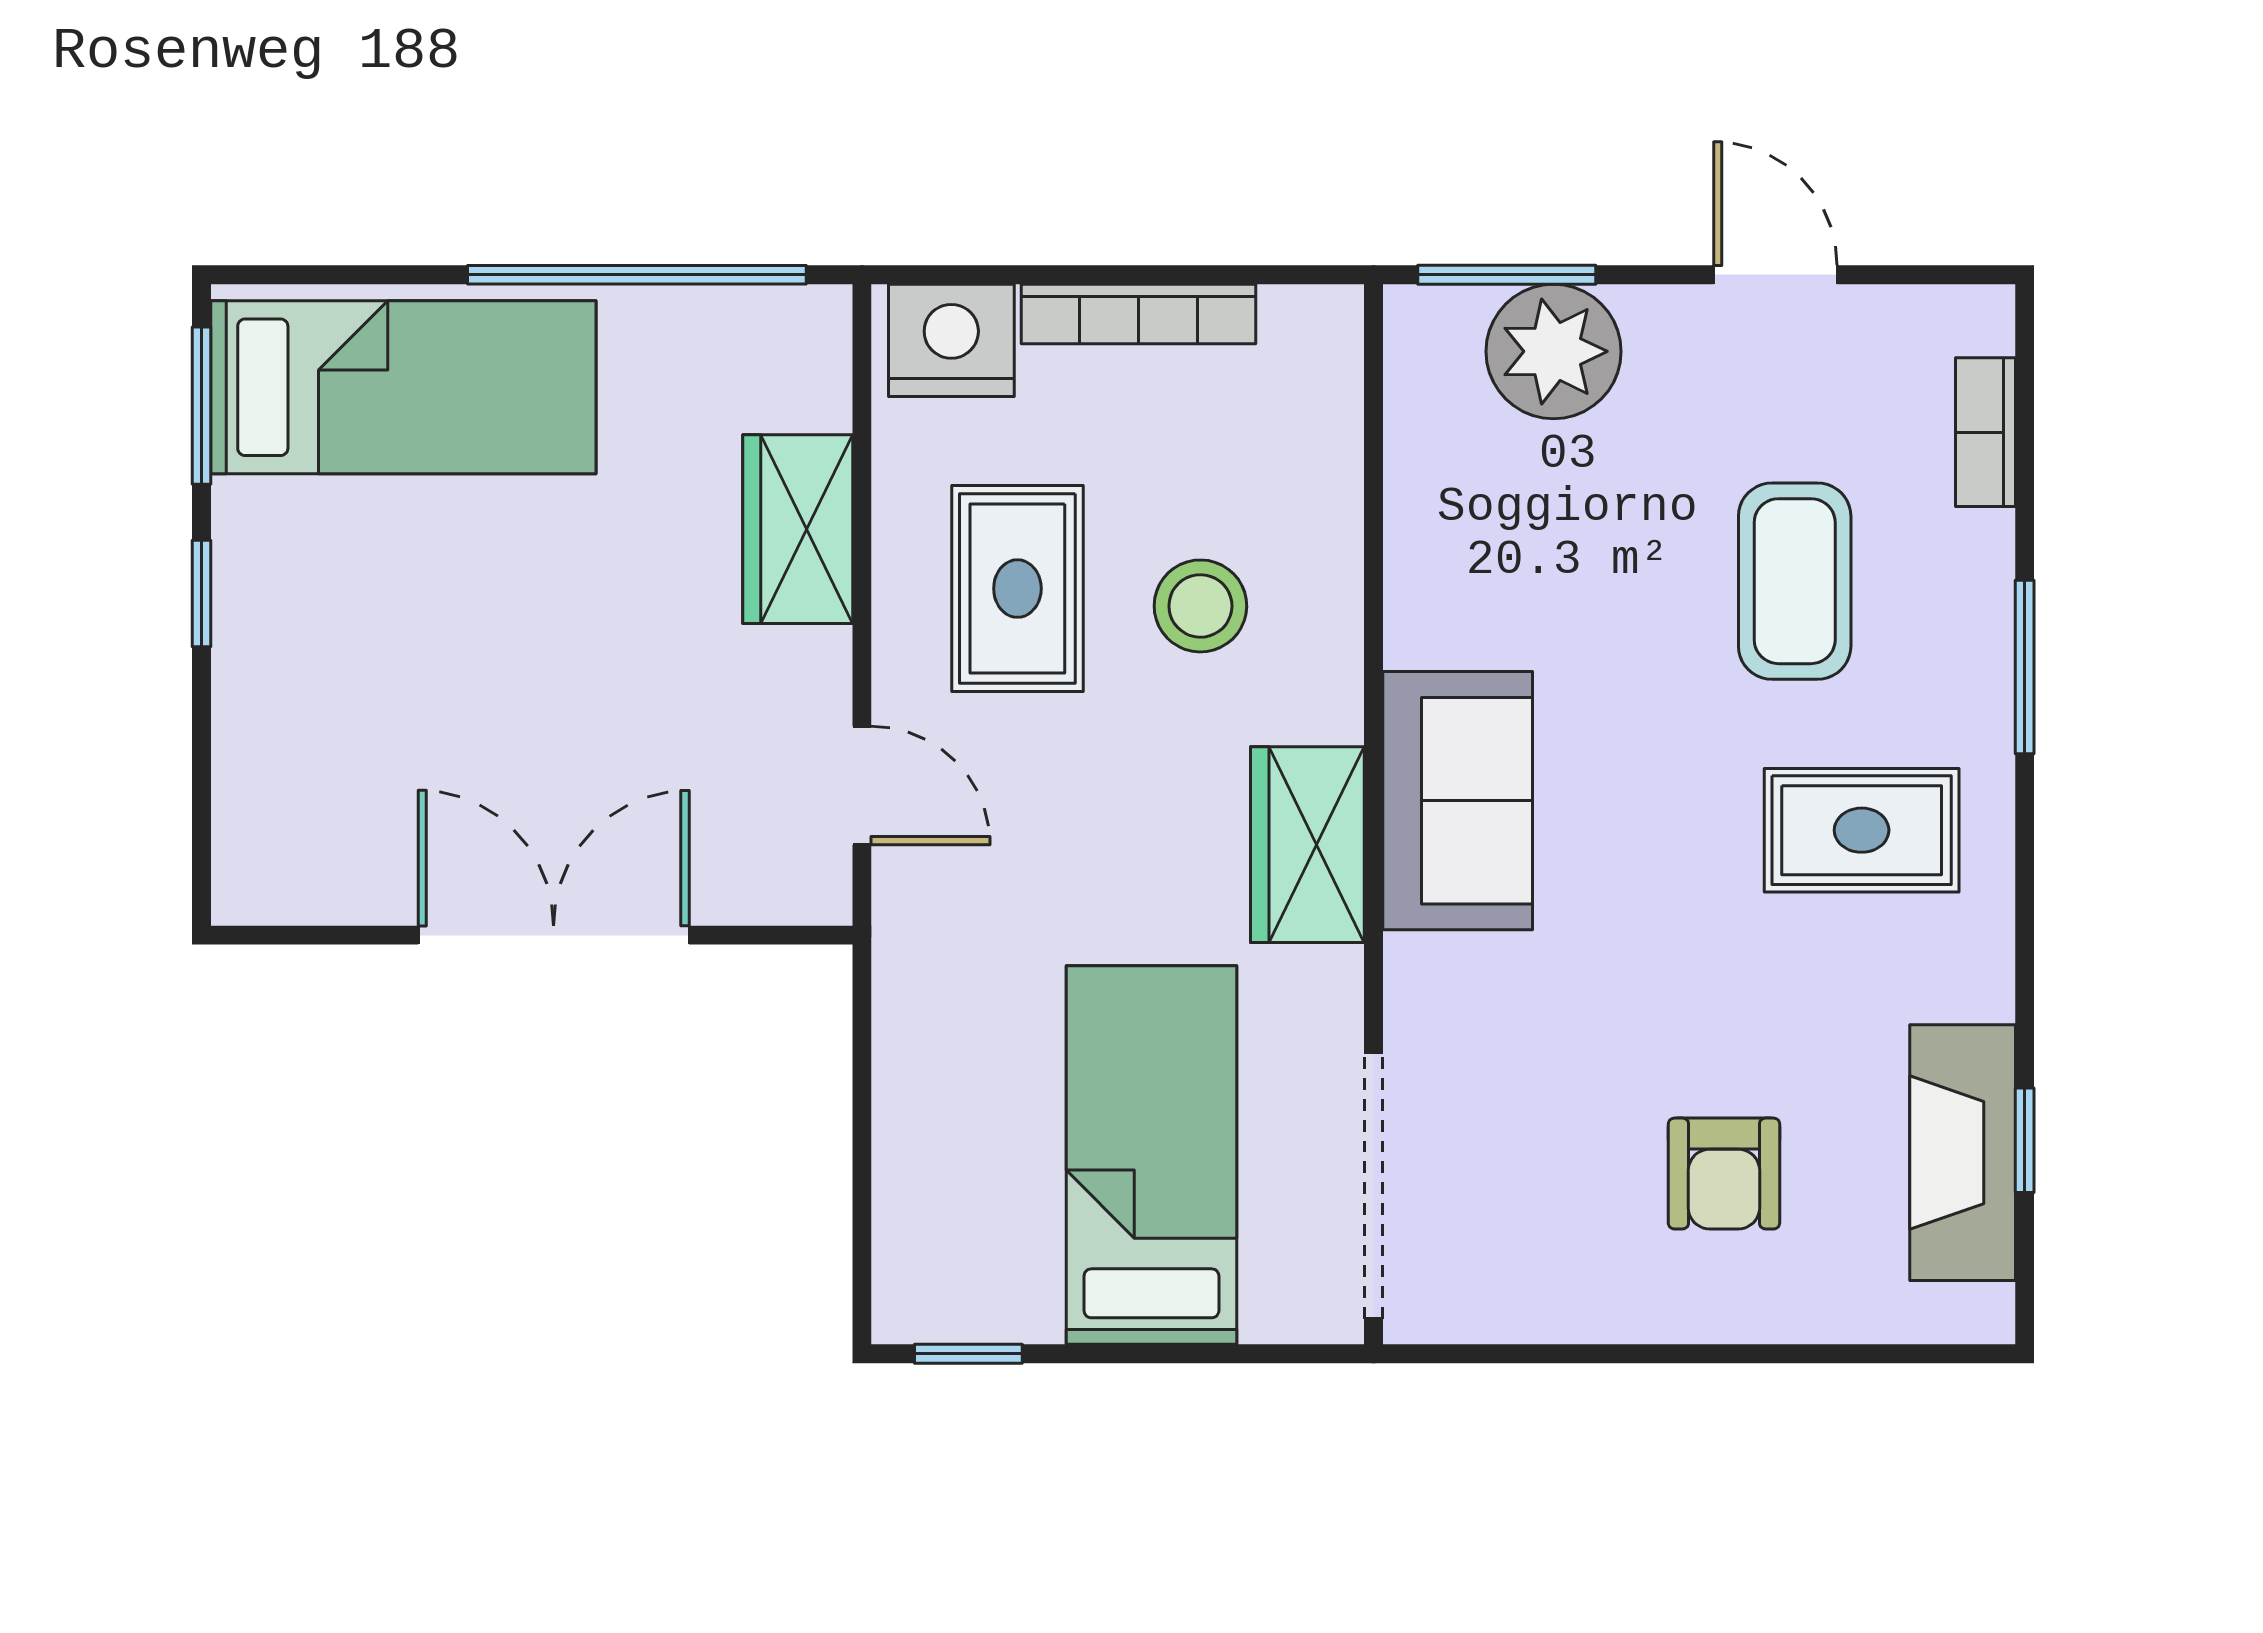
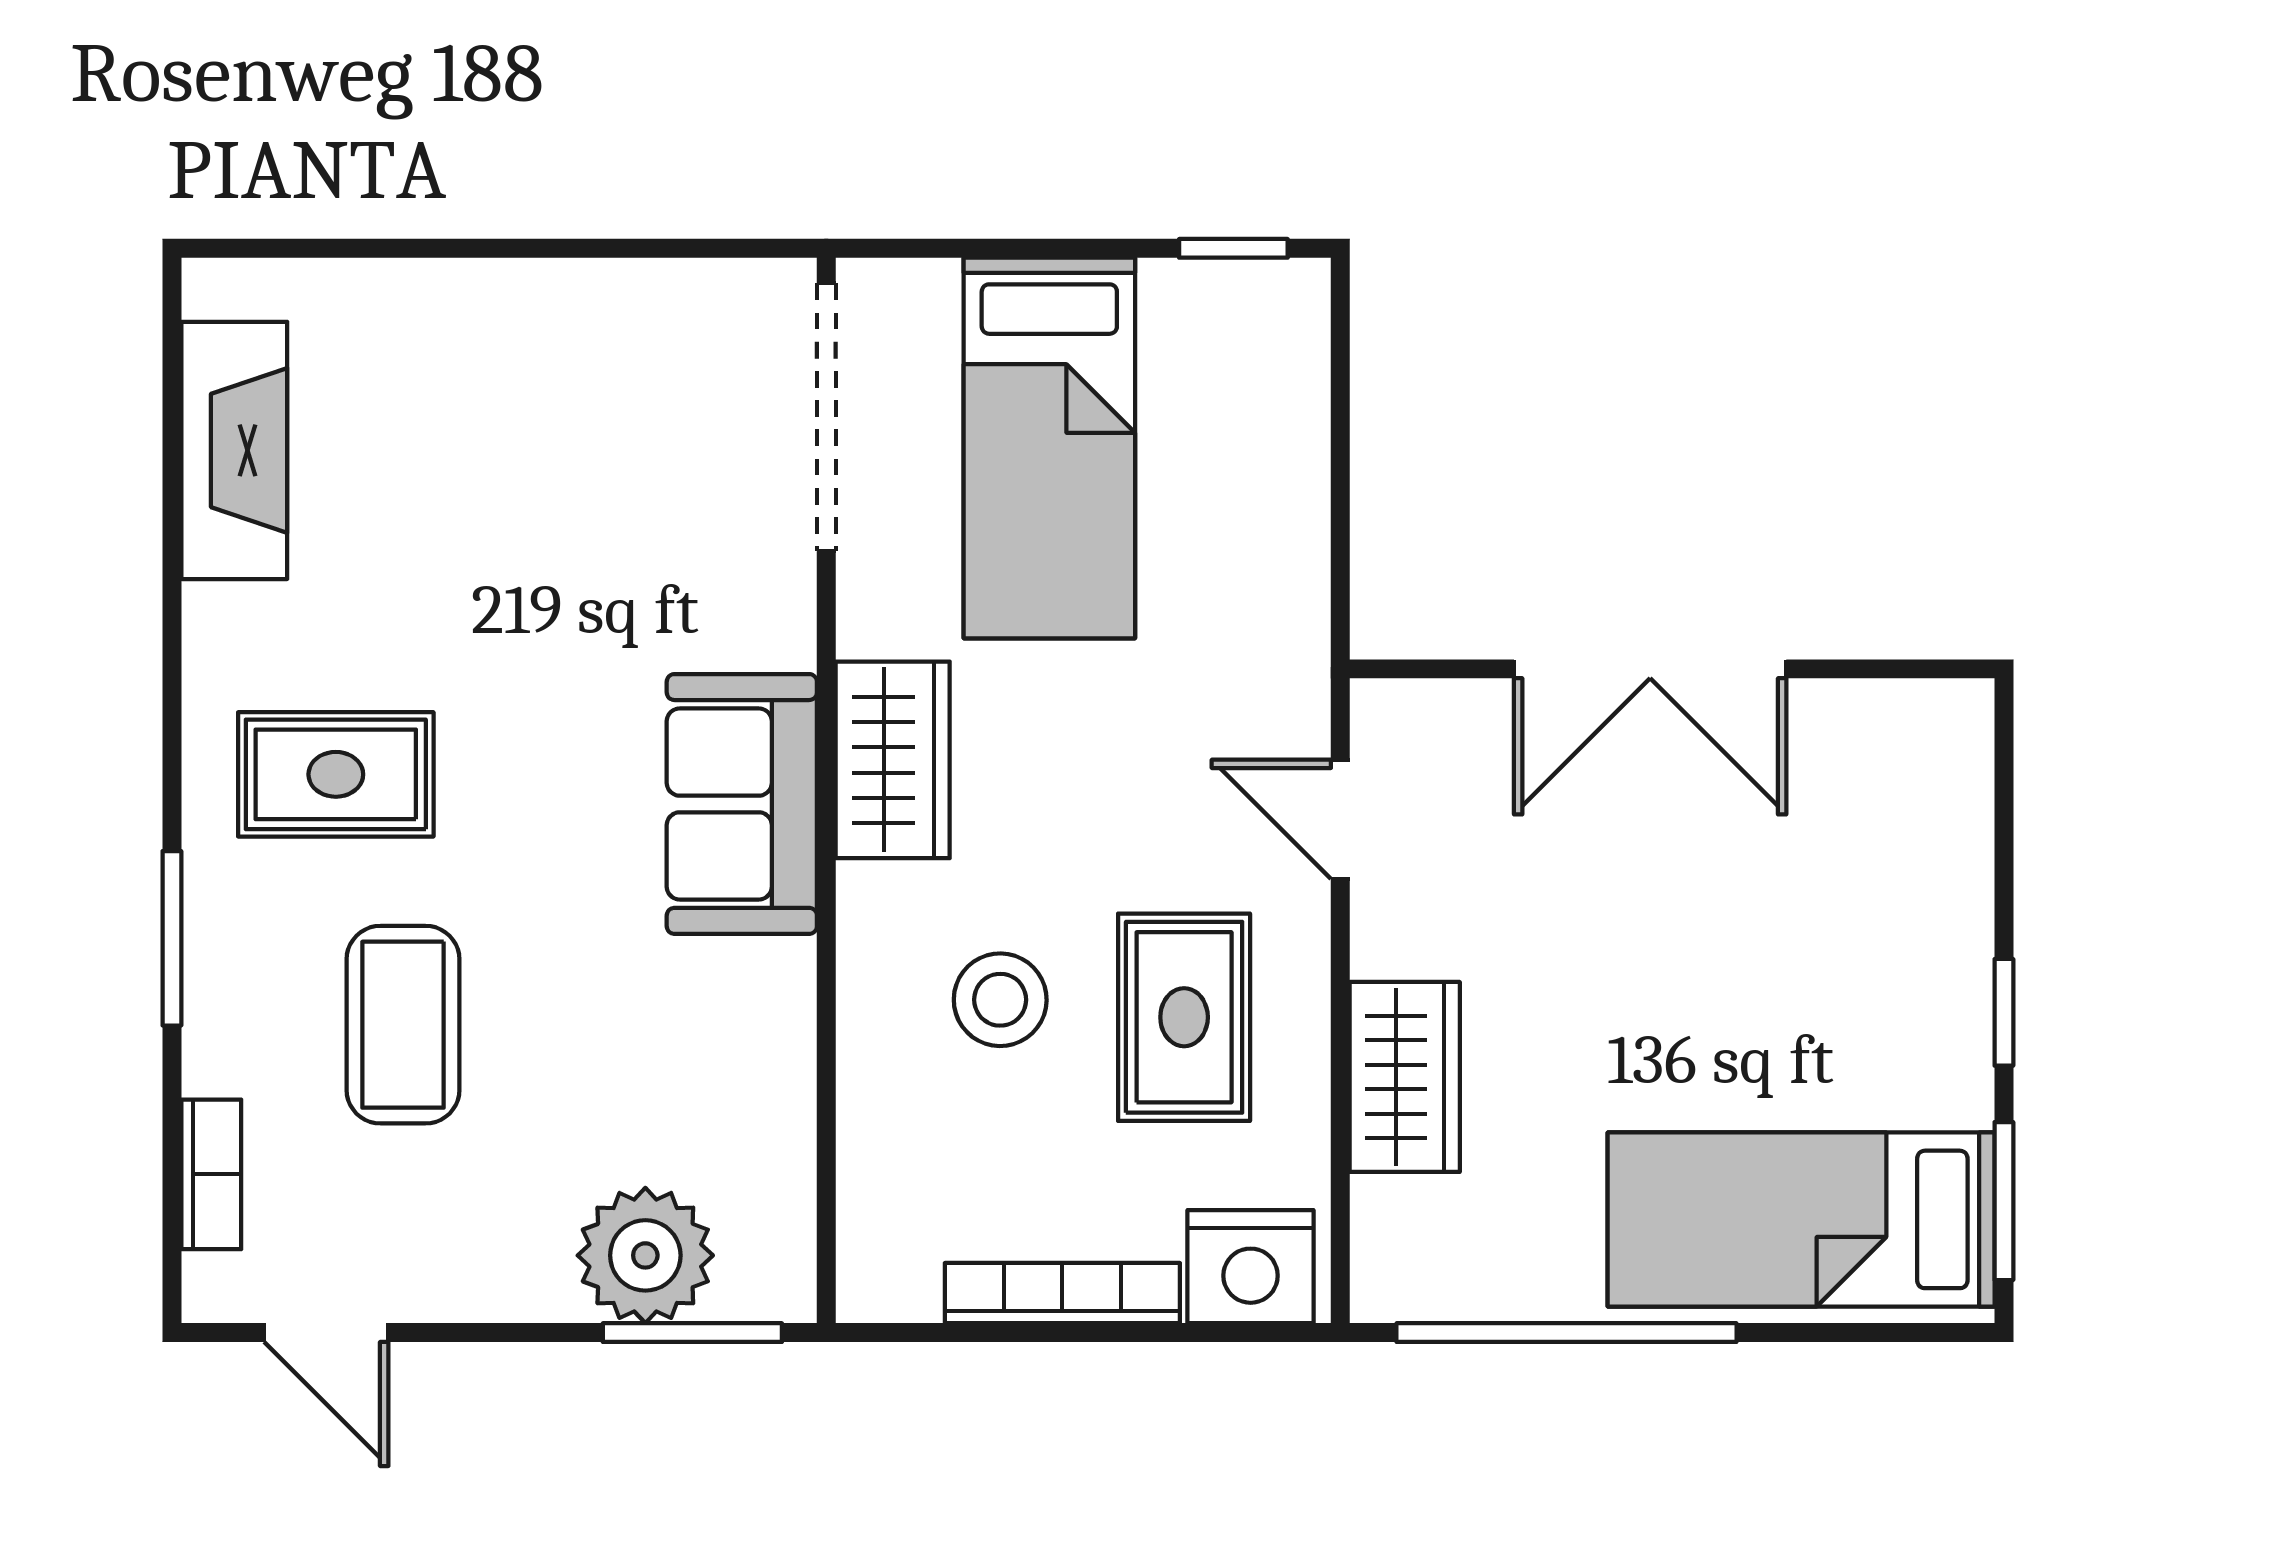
door: (1775, 275) -> (326, 1333), moved
window: (2025, 1140) -> (172, 463), removed
armchair: (1724, 1174) -> (474, 429), removed

